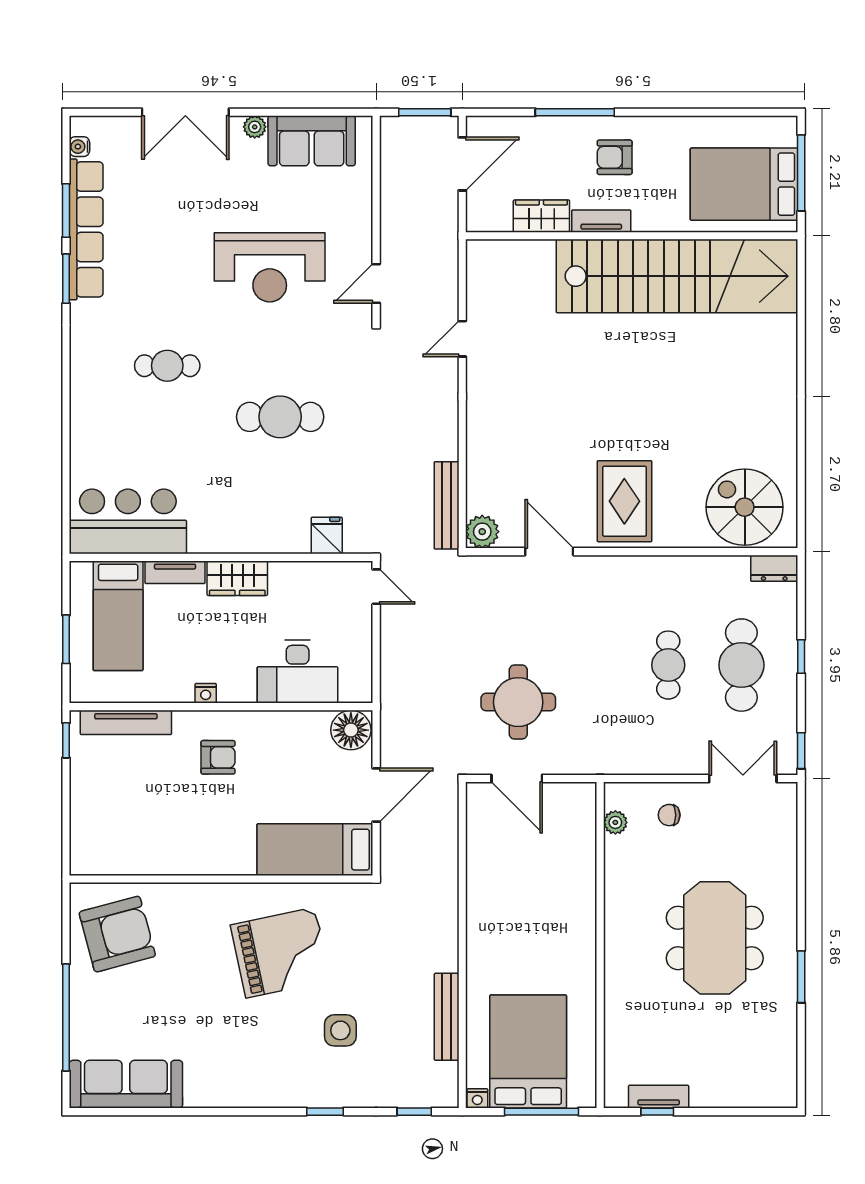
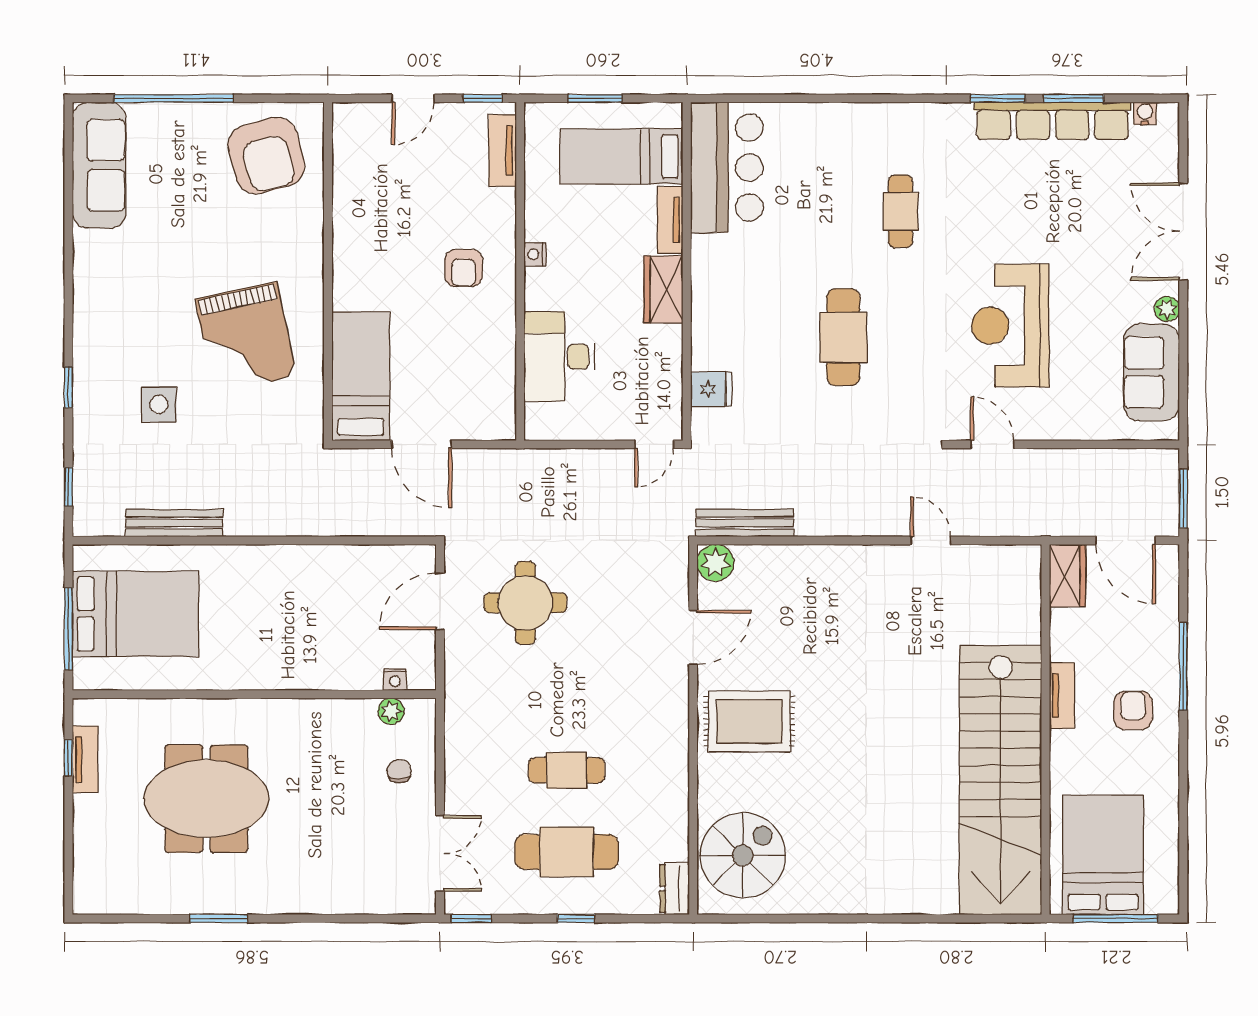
wardrobe: (541, 216) -> (1067, 576), moved
tv unit: (126, 722) -> (503, 150), width x0.71
floor lamp: (351, 730) -> (494, 416), removed
door: (66, 803) -> (413, 98), added
meeting table: (715, 938) -> (206, 799), moved
nightstand: (477, 1098) -> (395, 680), moved, turned -90

